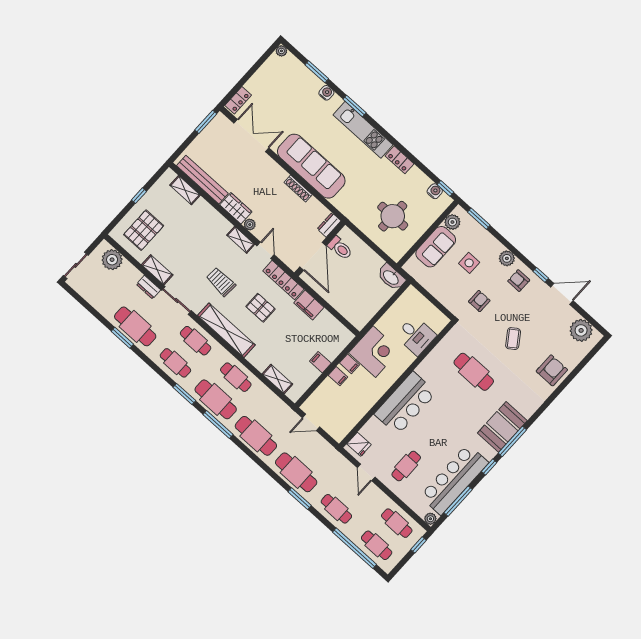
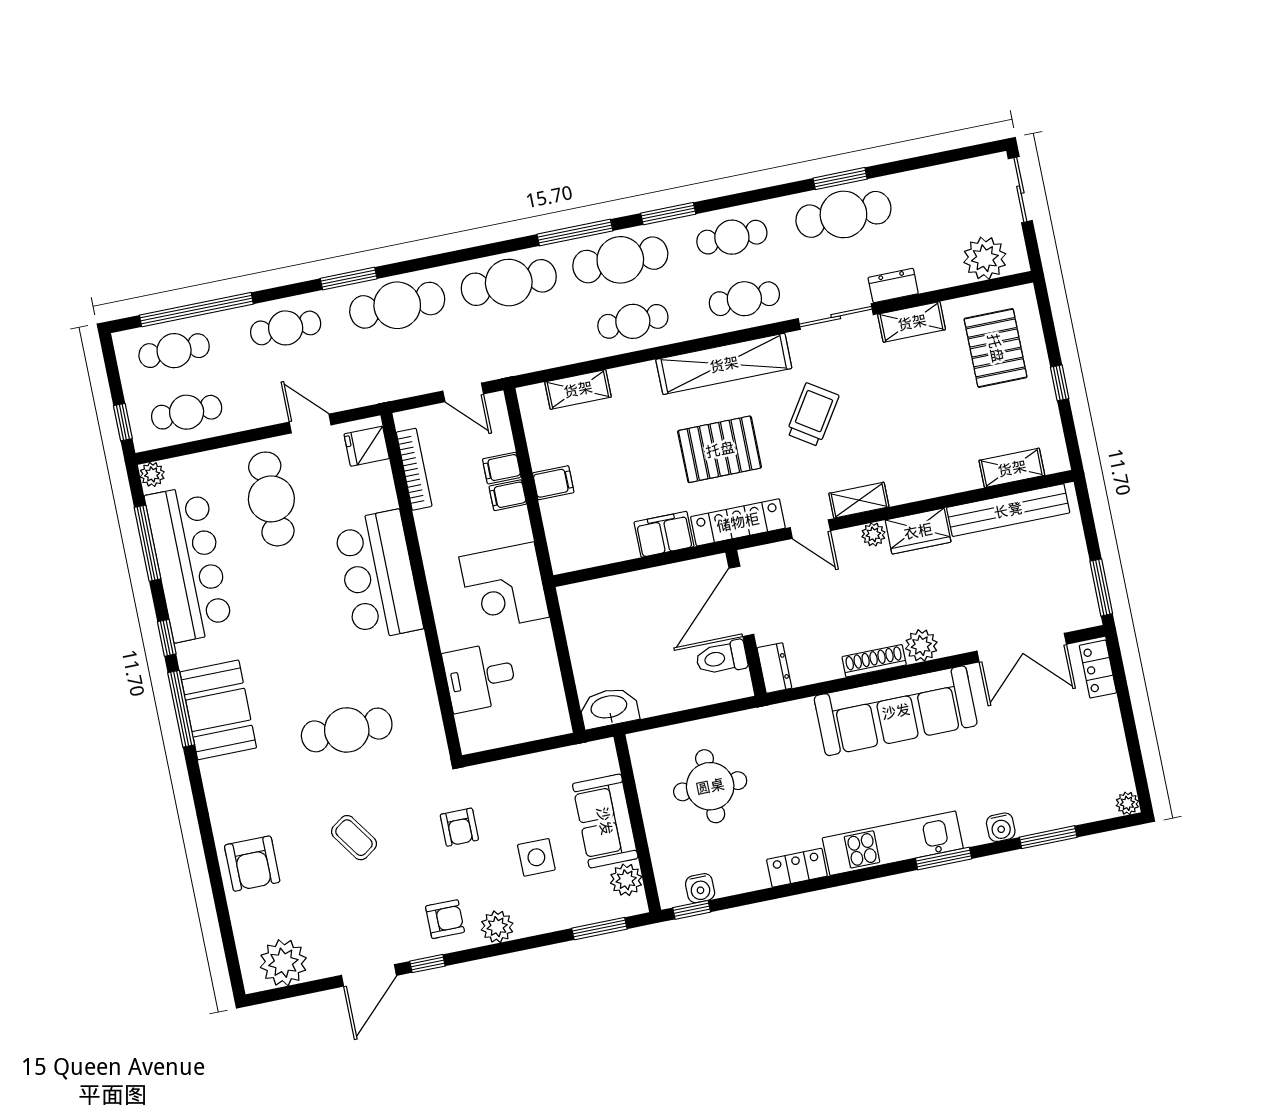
plant: (279, 175) -> (921, 645), added
door: (313, 256) -> (741, 601), hinge flipped
trolley: (221, 282) -> (813, 415), turned -60
pallet: (260, 308) -> (720, 449), width x1.50, depth x1.42
filing cabinet: (349, 364) -> (502, 468), moved
bookcase: (354, 420) -> (414, 469), added
door: (311, 422) -> (463, 392), swing flipped
cafe table: (406, 466) -> (271, 499), width x1.37, depth x1.35

